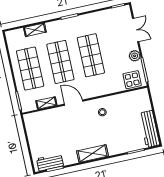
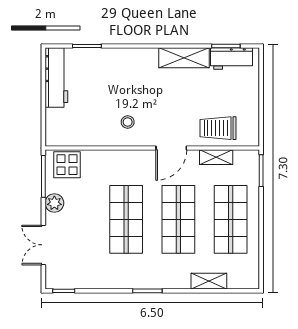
door: (74, 103) -> (171, 148), hinge flipped
trolley: (49, 120) -> (218, 128), added
shelving: (93, 153) -> (184, 58), moved

